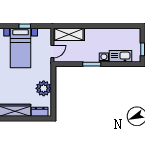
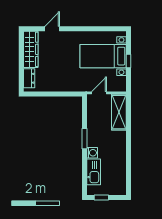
door: (52, 51) -> (99, 93), swing flipped
plant: (44, 88) -> (56, 83), removed

